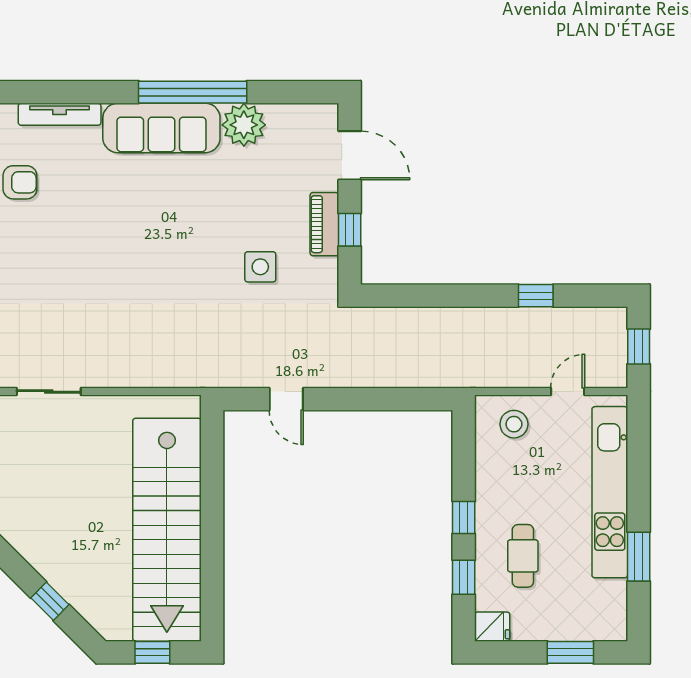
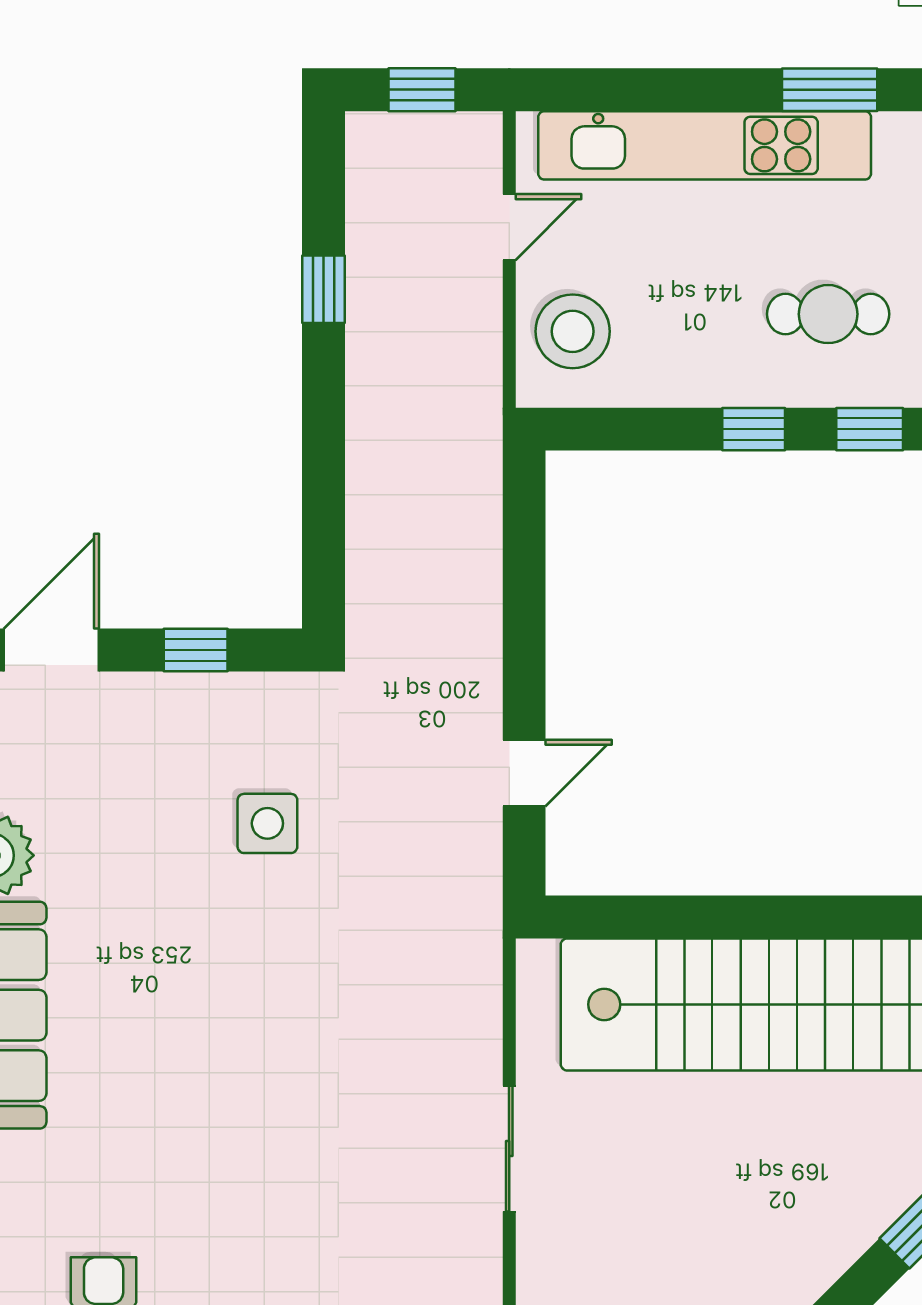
piano: (324, 224) -> (185, 699), removed
sliding door: (49, 391) -> (509, 1149), moved
door: (568, 391) -> (509, 227), swing flipped
stool: (514, 424) -> (573, 331), width x1.38, depth x1.38

